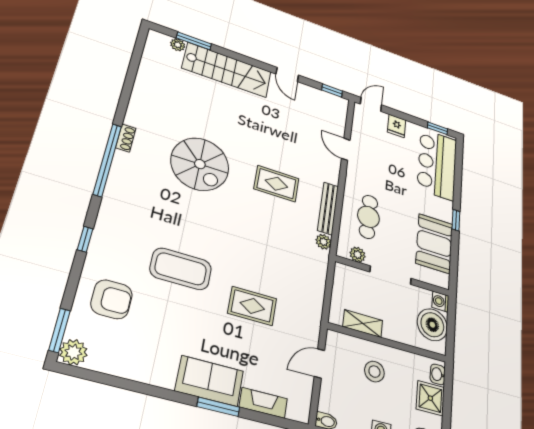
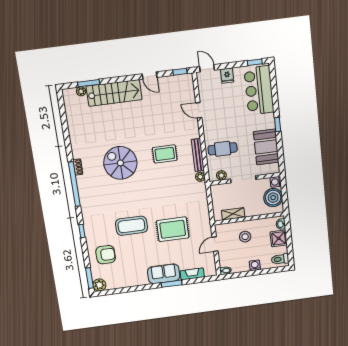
door: (371, 104) -> (207, 68), hinge flipped
spiral stairs: (200, 164) -> (120, 163), turned 180
cafe table: (368, 217) -> (223, 149), turned 90
rug: (252, 306) -> (173, 229), width x1.36, depth x1.43

